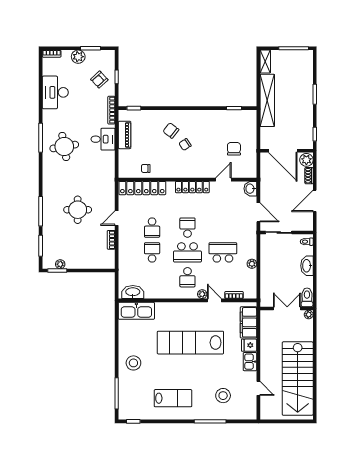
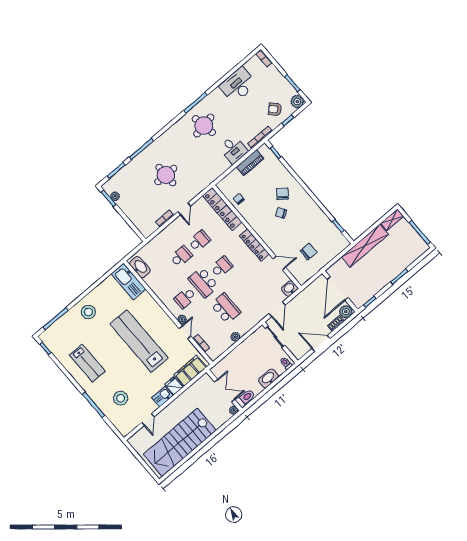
plant: (78, 57) -> (297, 102), moved
door: (117, 218) -> (184, 209), swing flipped
school desk: (152, 228) -> (199, 241), turned 180

